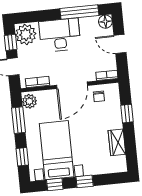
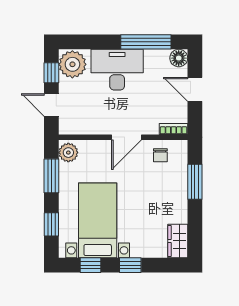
bookcase: (38, 82) -> (82, 128), removed
door: (72, 85) -> (126, 137), width x0.73
window: (127, 114) -> (195, 182), width x1.50
wardrobe: (117, 142) -> (178, 241), moved

